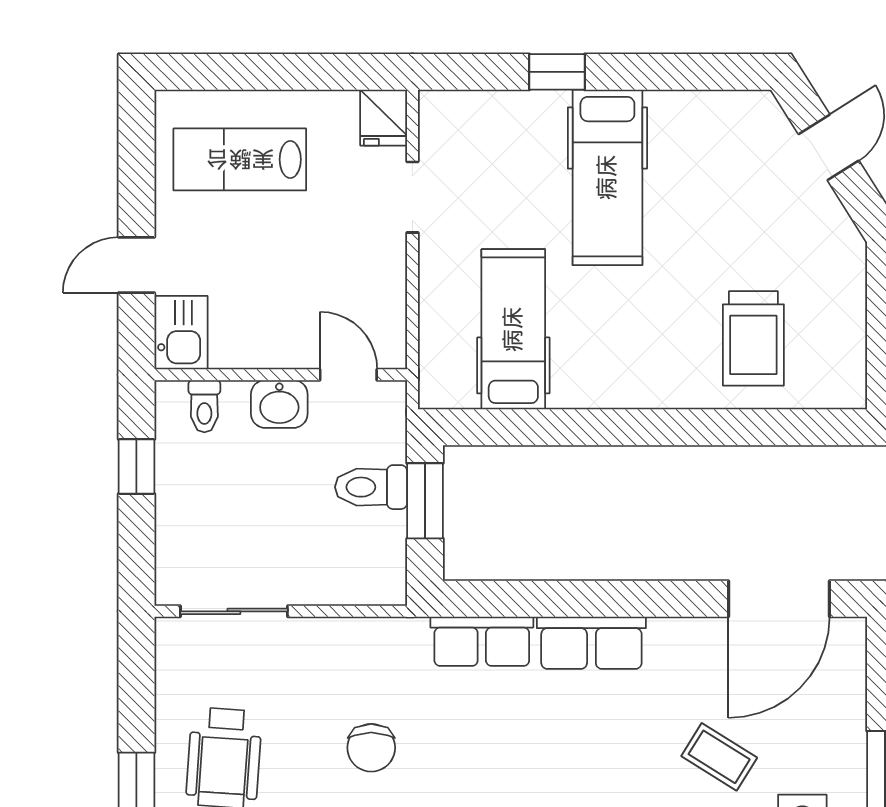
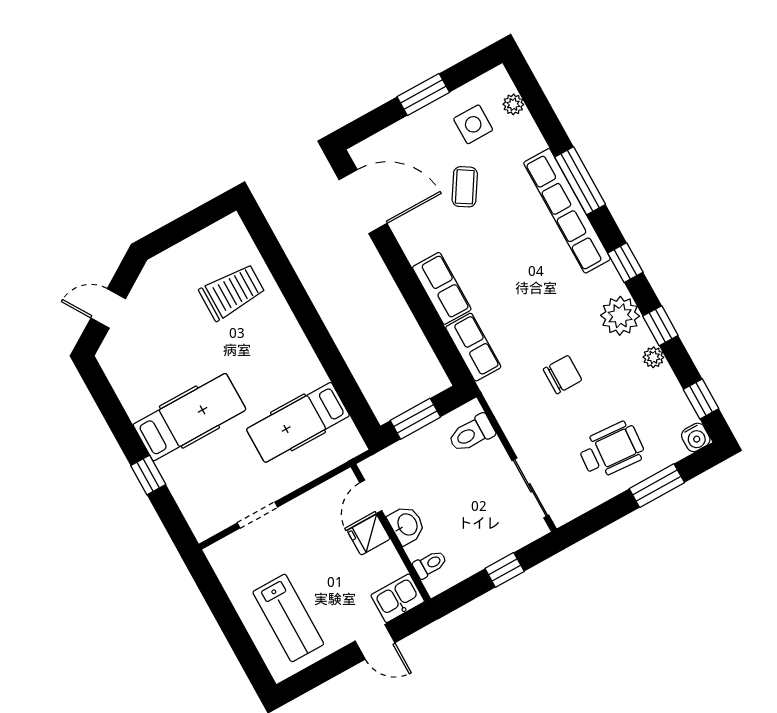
fridge: (384, 118) -> (369, 535), moved, turned 180
window: (136, 466) -> (505, 570), moved
toilet: (371, 487) -> (471, 434), moved, turned 90

